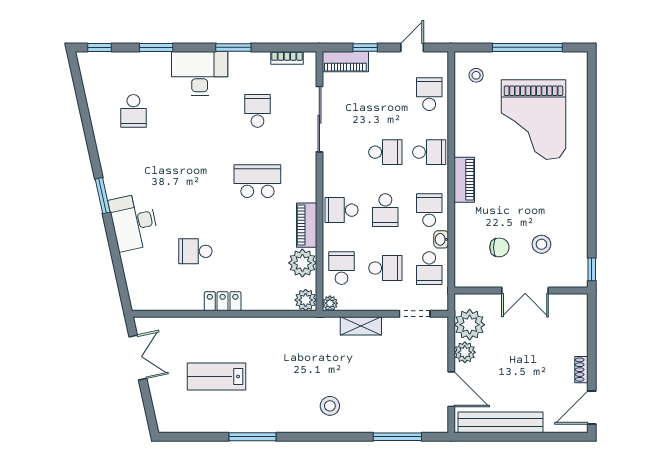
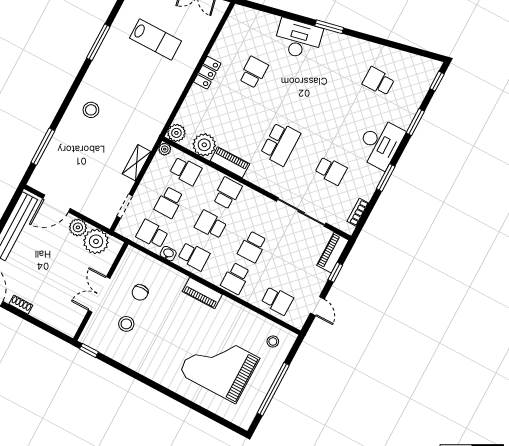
lab bench: (216, 376) -> (156, 39), turned 90

